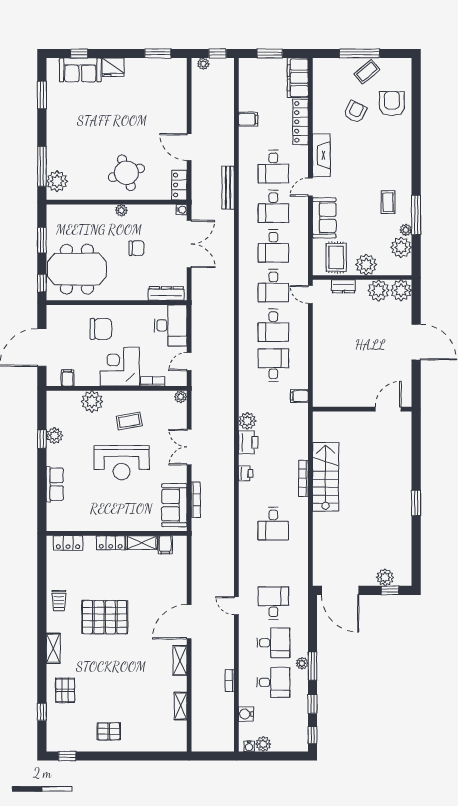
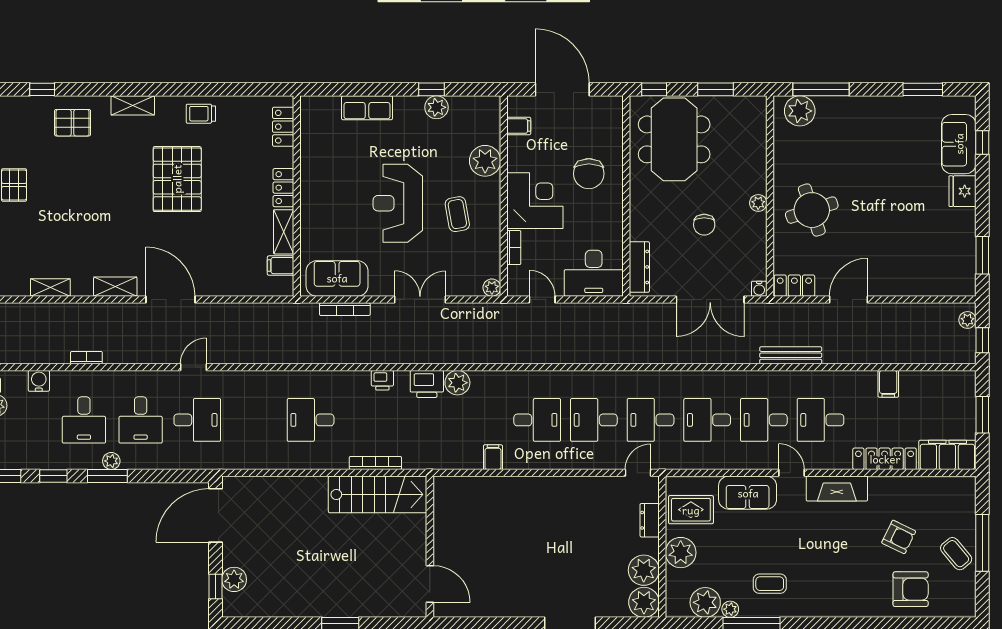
wall: (362, 409) -> (430, 547), moved
door: (388, 409) -> (430, 584), moved

